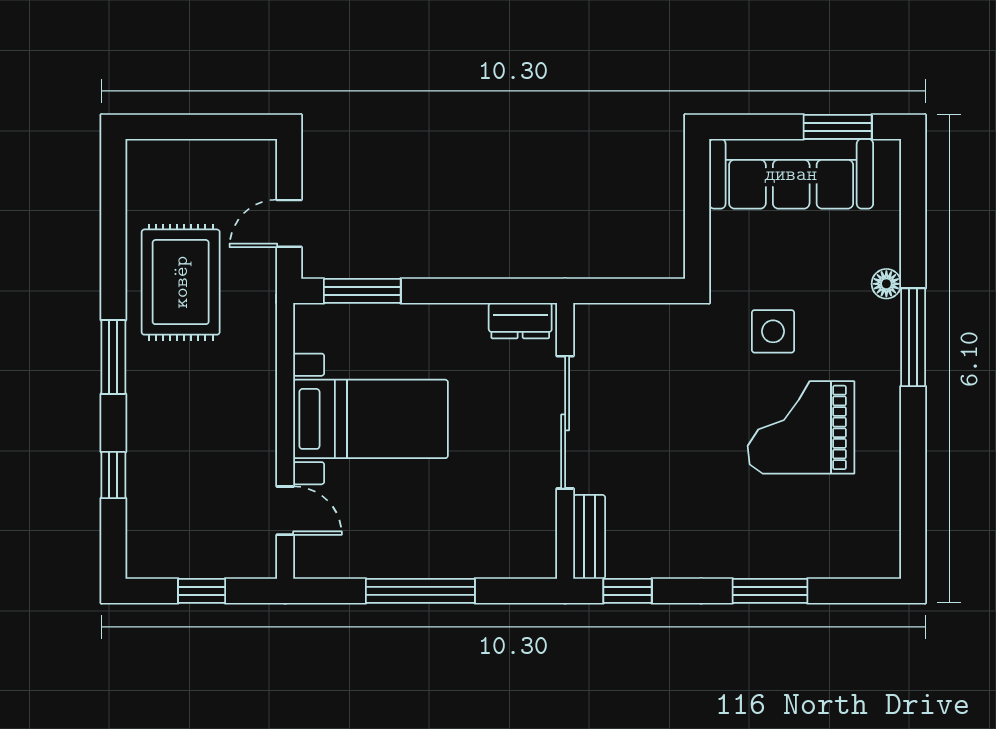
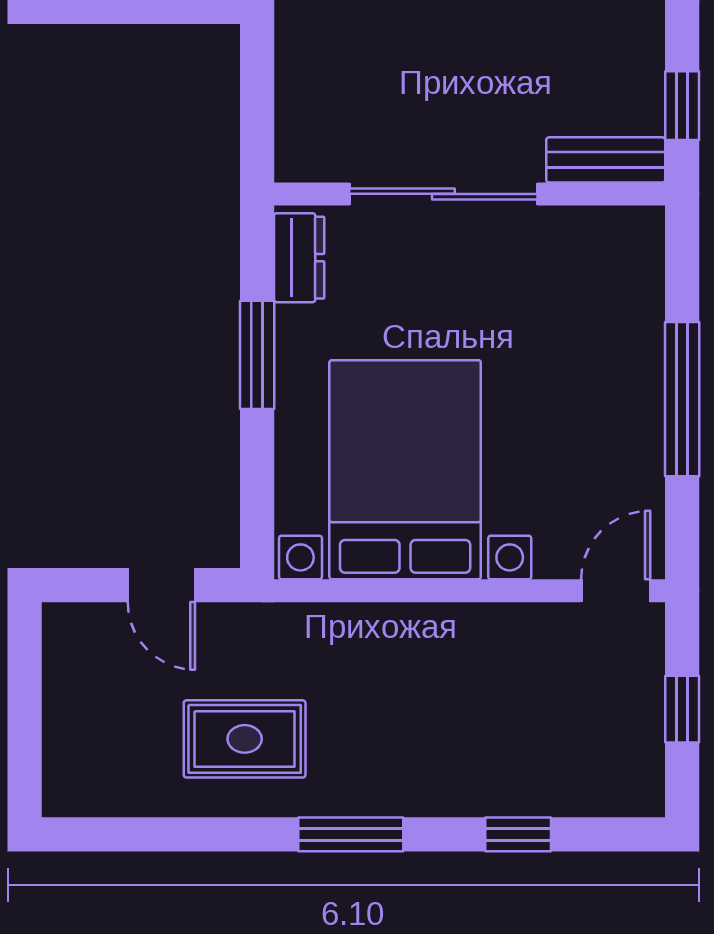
rug: (181, 282) -> (245, 739), width x0.73, depth x0.70
window: (362, 291) -> (257, 355), moved
bed with nightstands: (371, 419) -> (405, 470), width x1.36
door: (285, 511) -> (616, 591), moved

